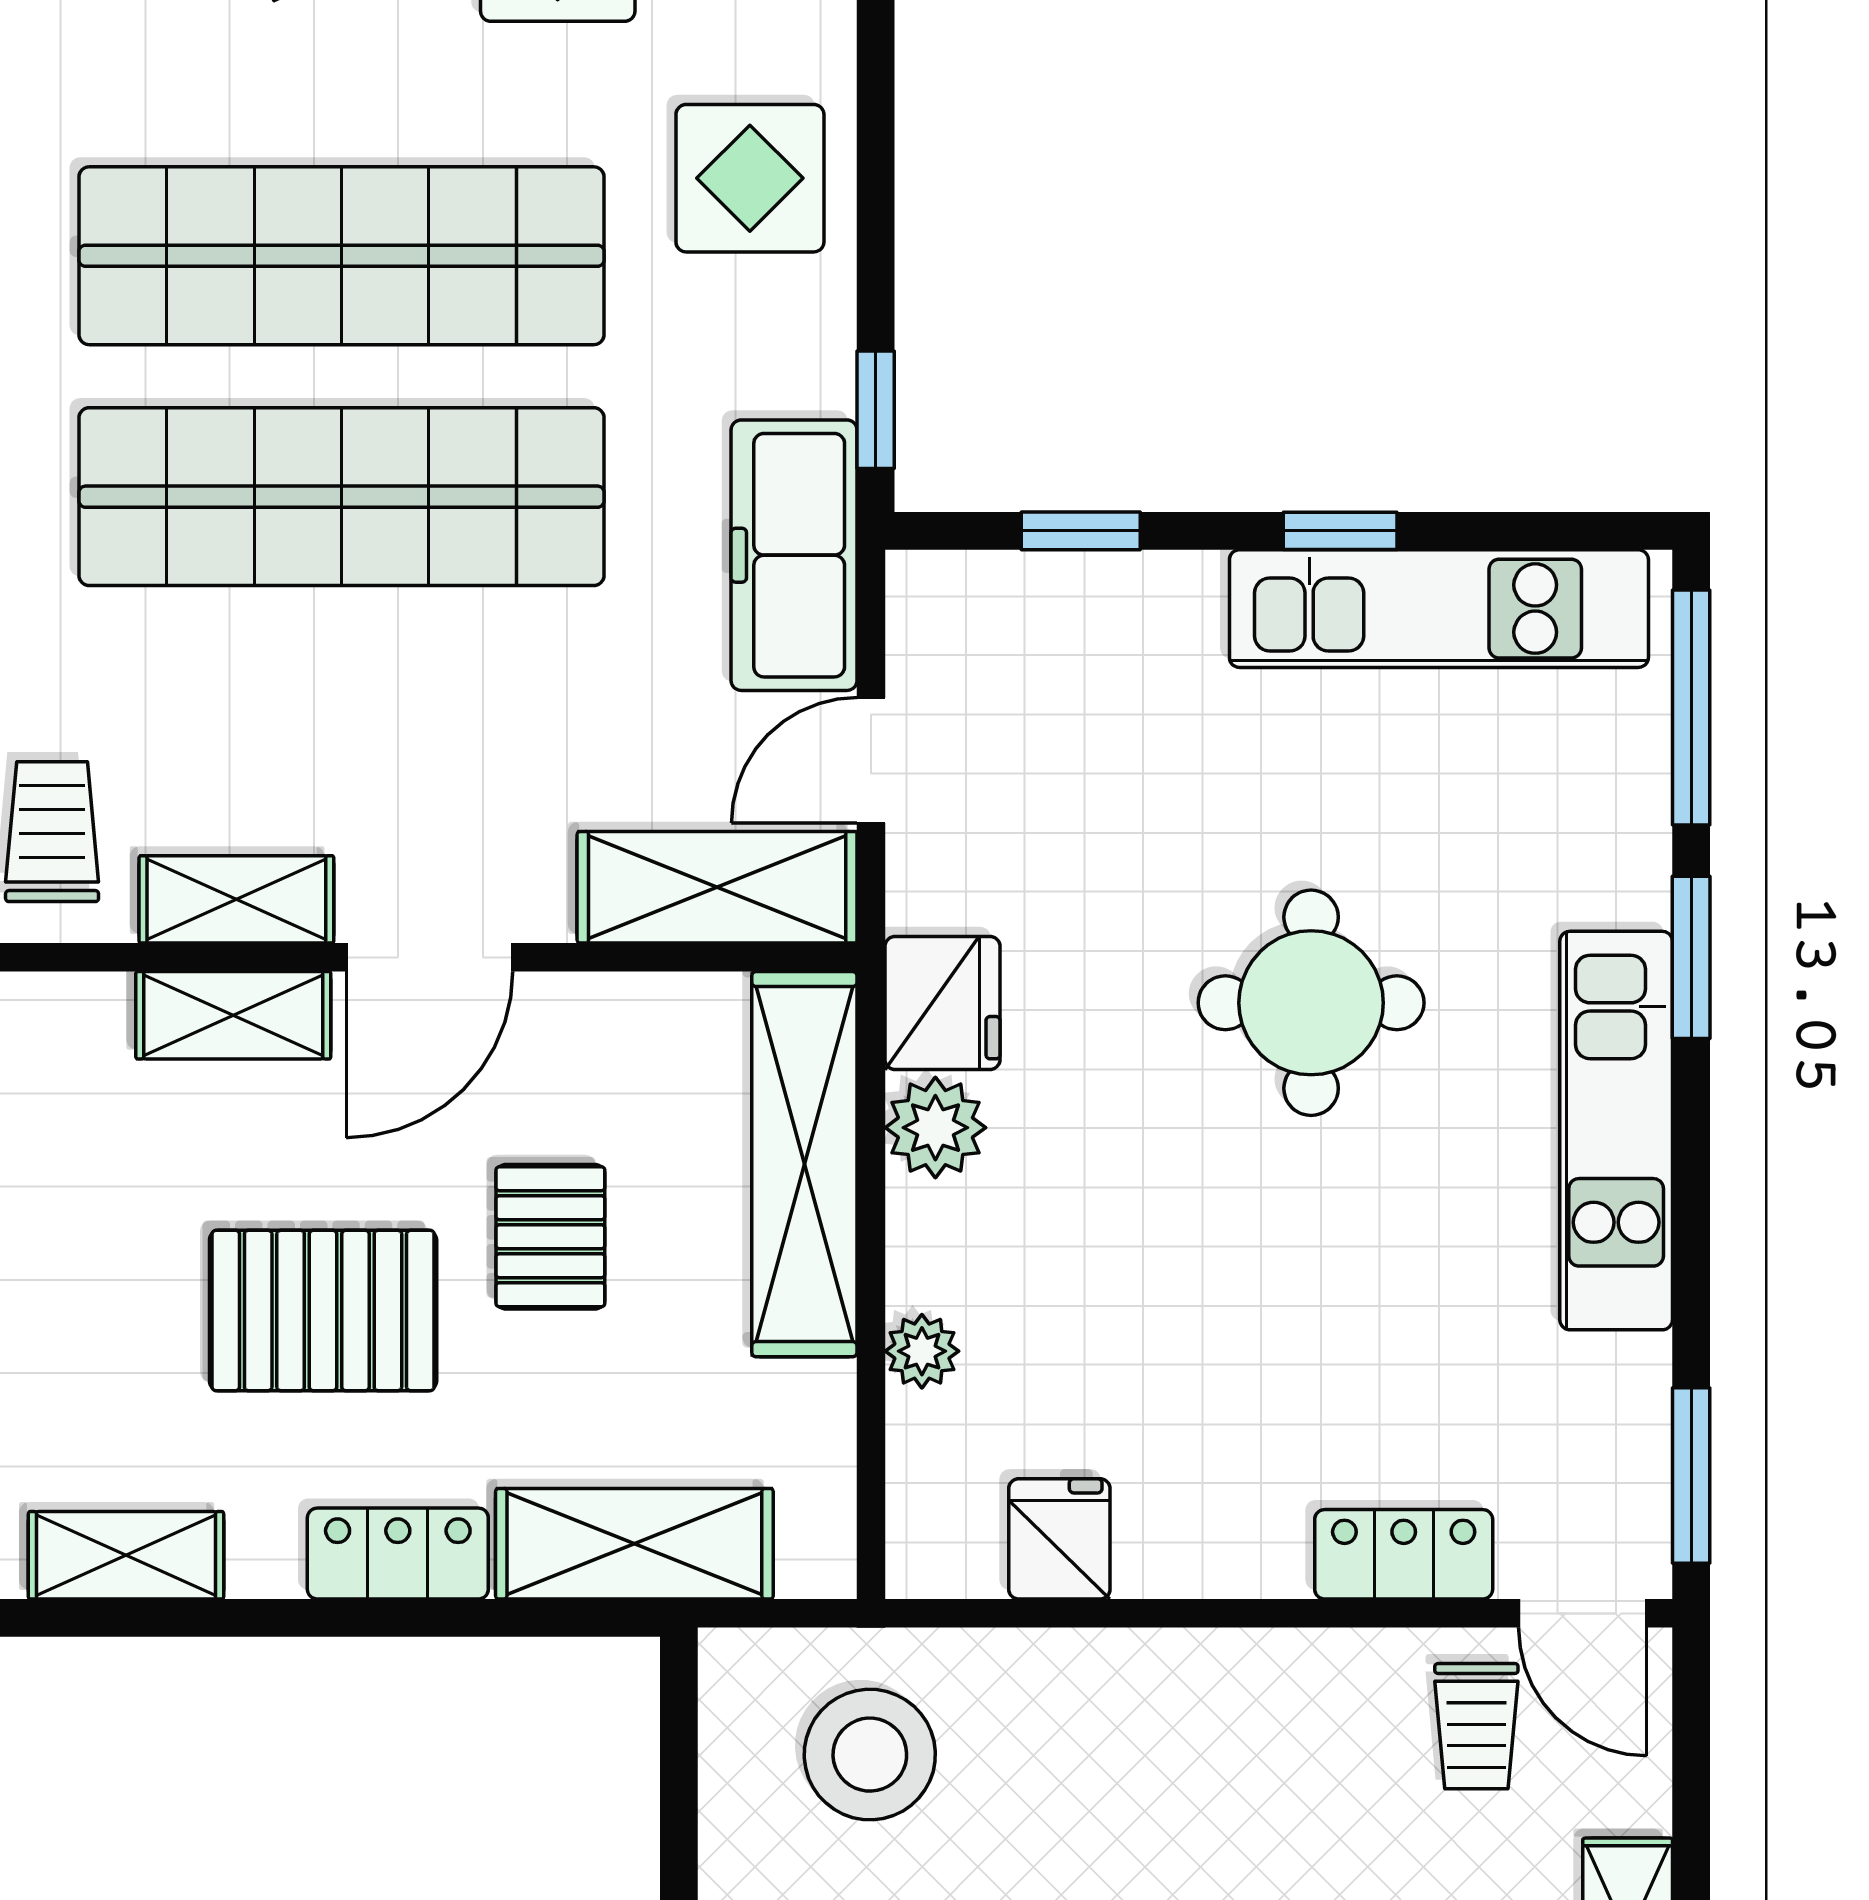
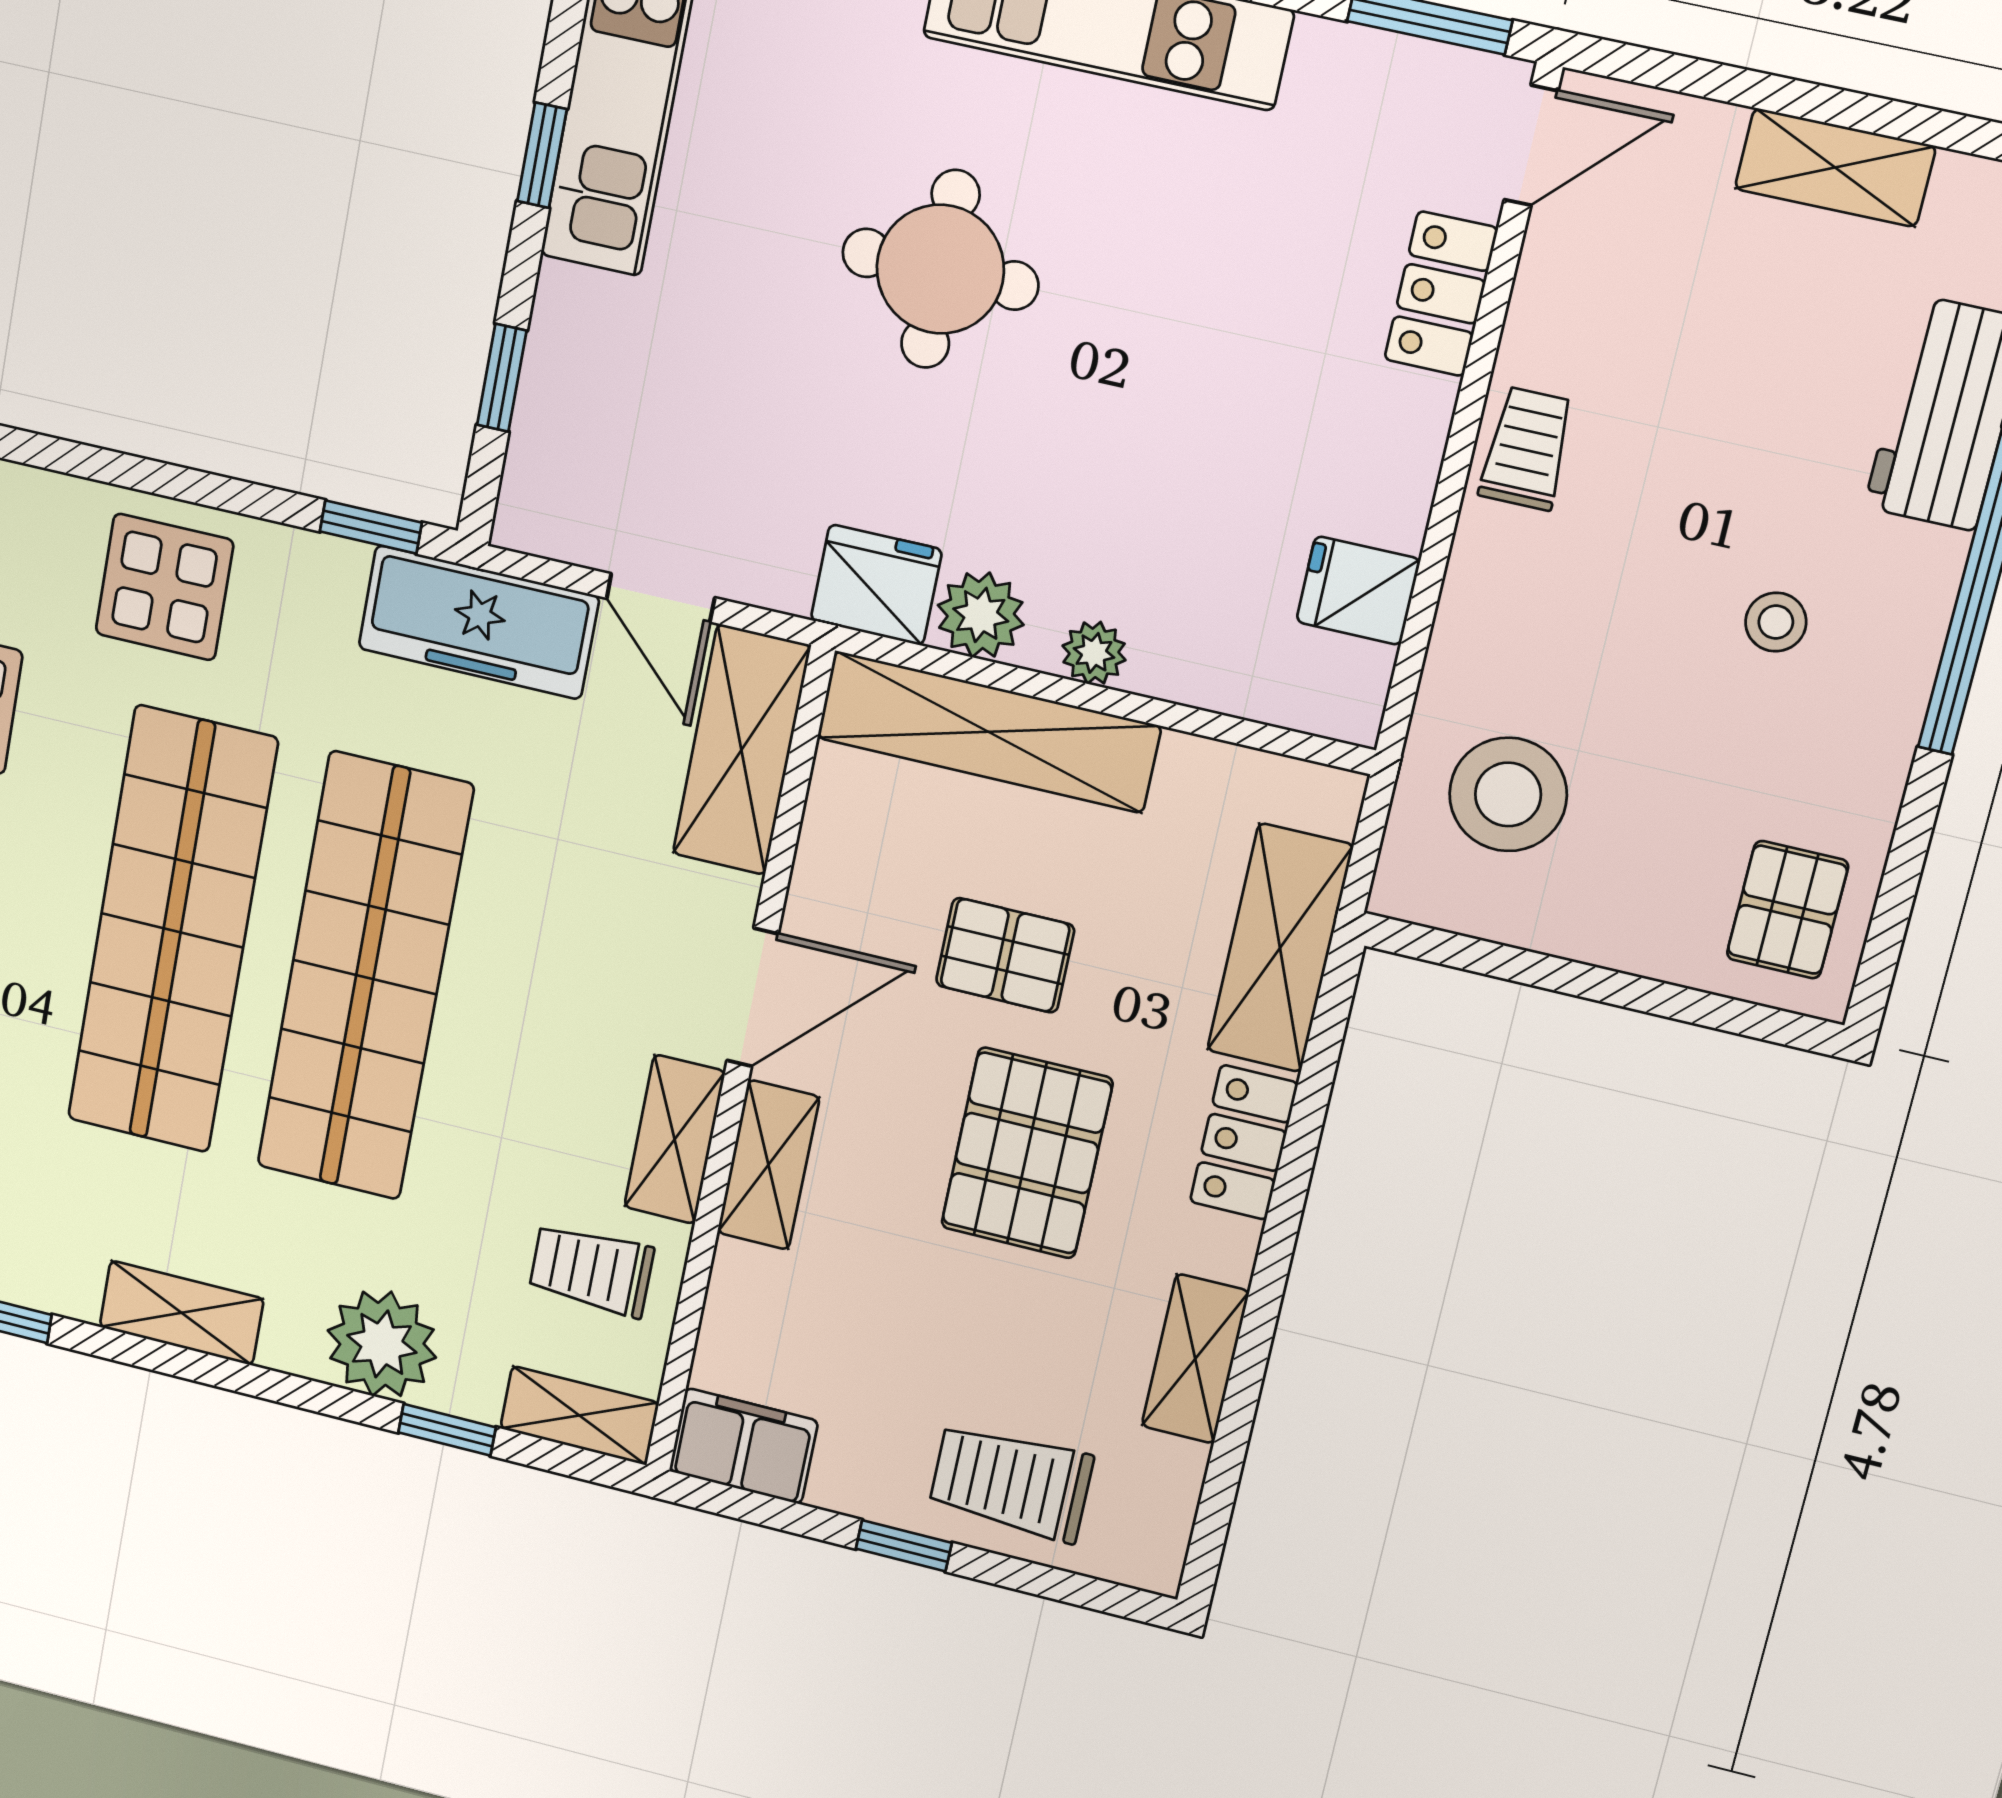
door: (429, 957) -> (753, 997), hinge flipped
plant: (922, 1351) -> (1094, 653), moved
trolley: (1476, 1726) -> (1527, 449), moved, turned -90

